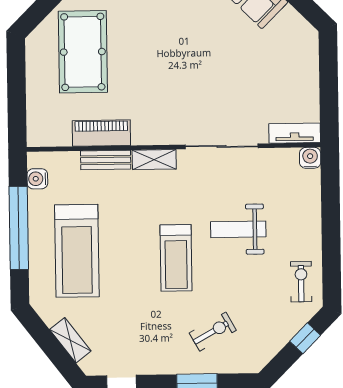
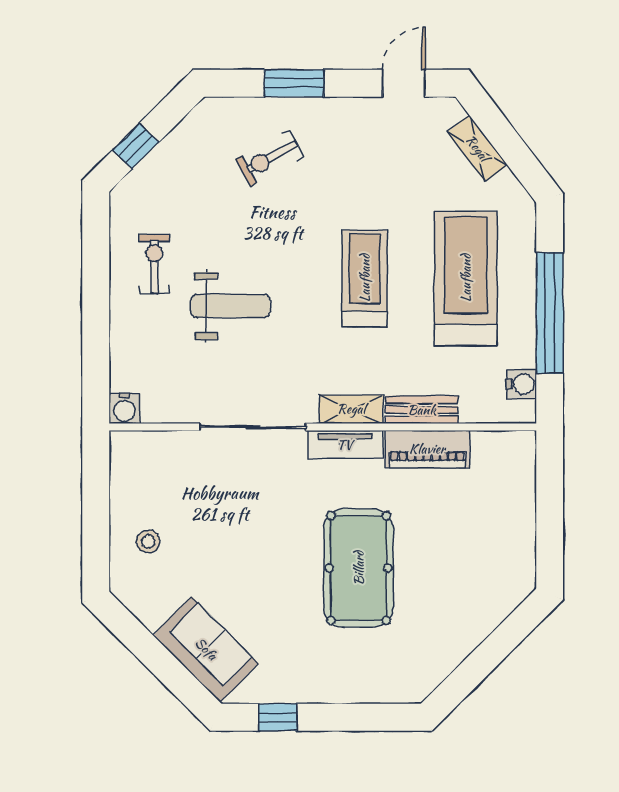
pool table: (83, 52) -> (359, 568), moved
stool: (292, 67) -> (148, 541), added
tv unit: (295, 133) -> (345, 445), moved
treadmill: (176, 258) -> (365, 278), moved
exercise bike: (301, 282) -> (154, 264), moved, turned 180

